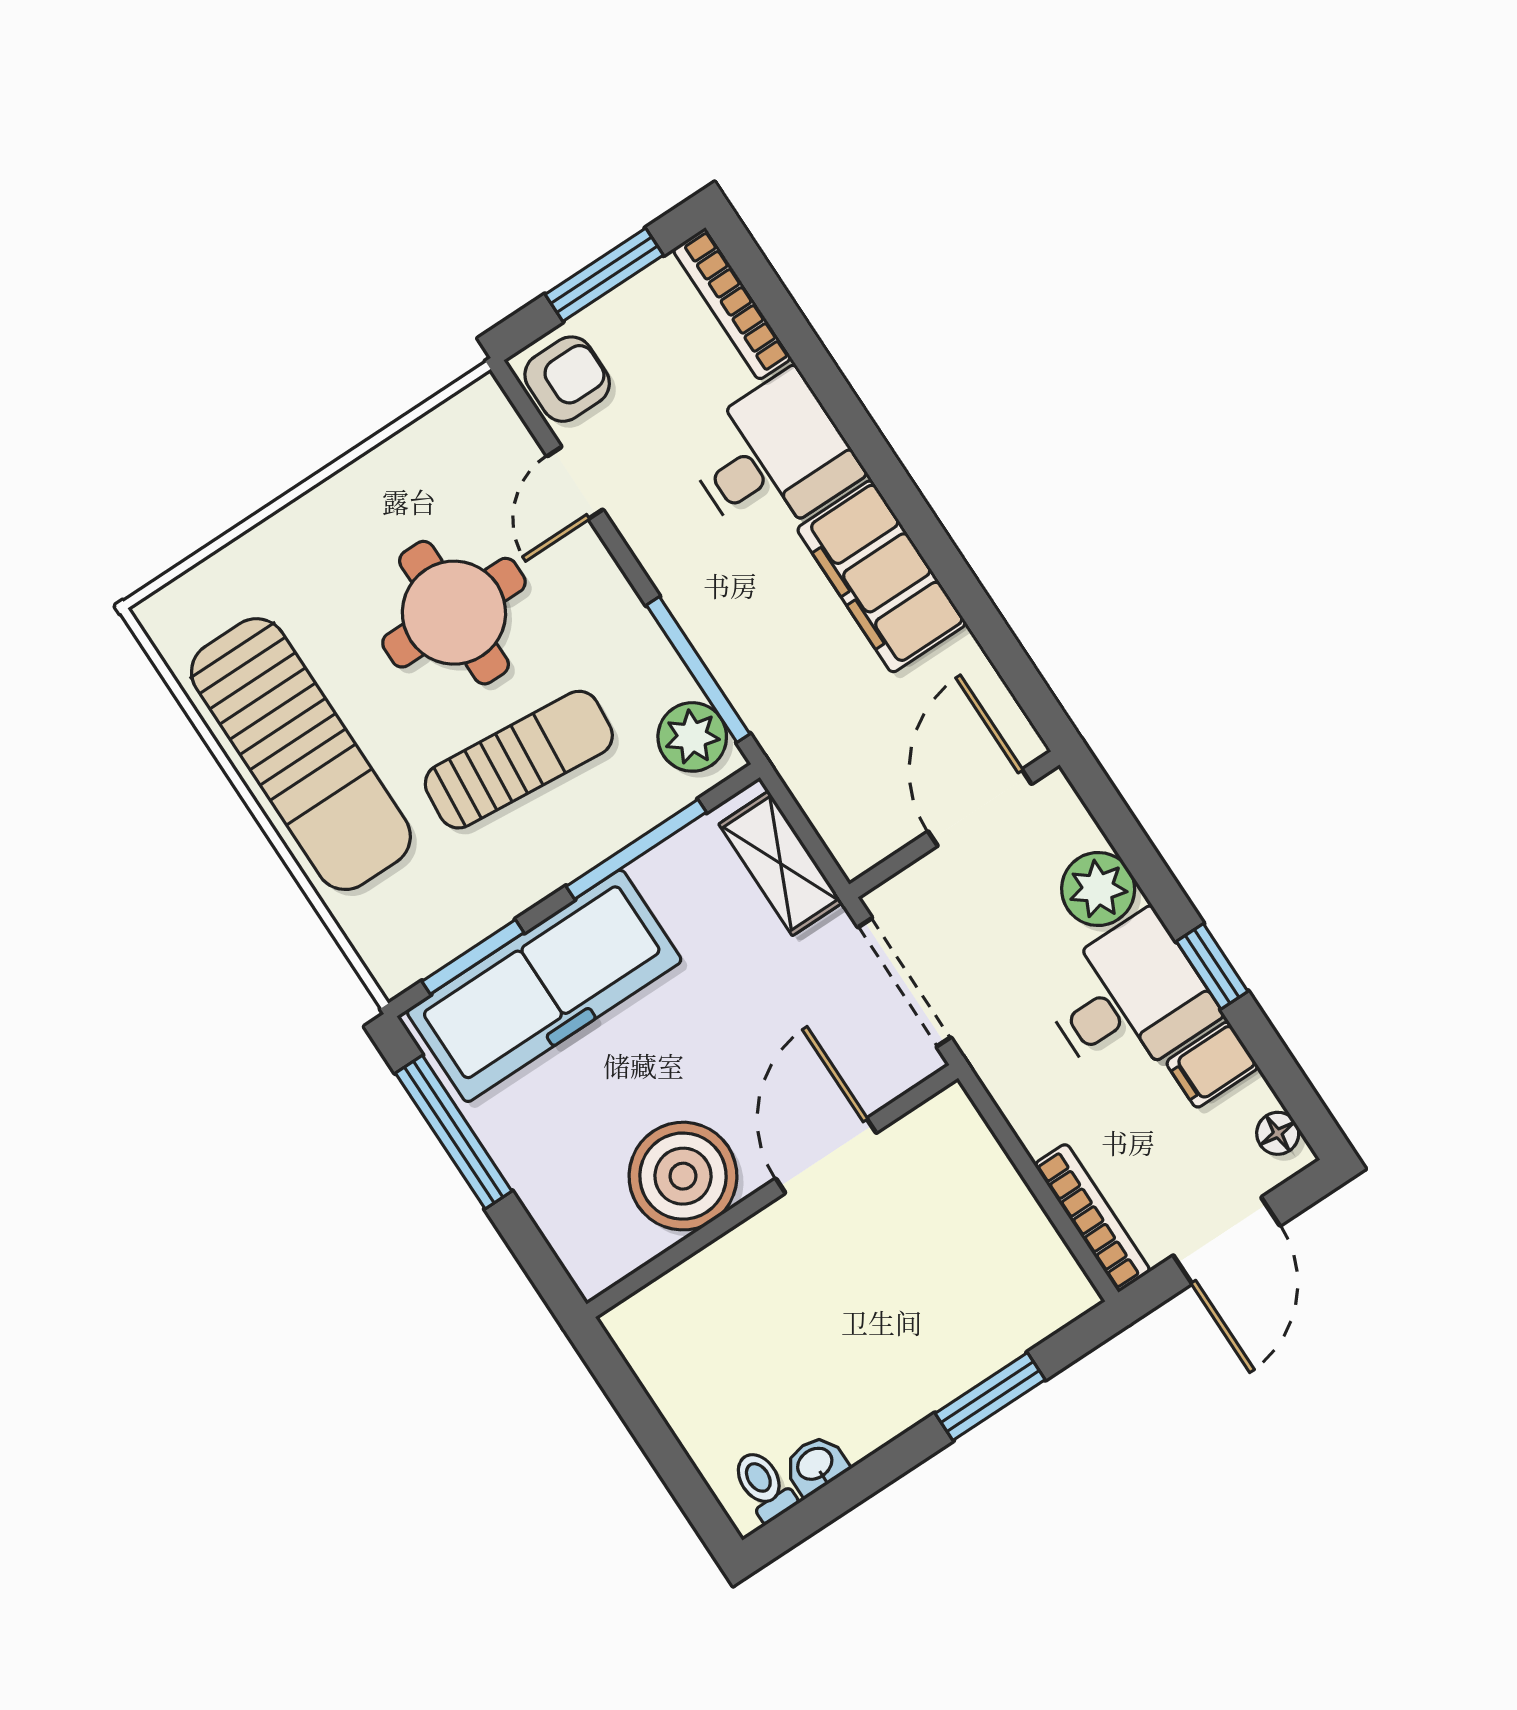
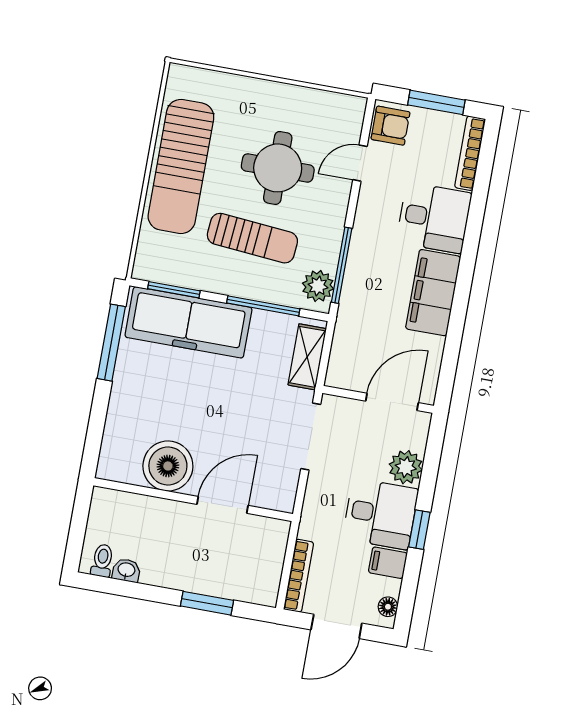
door: (826, 1156) -> (223, 505), moved
boiler: (683, 1176) -> (168, 466), moved
wall: (772, 1191) -> (193, 500), moved

